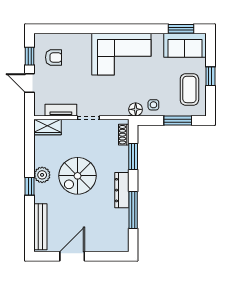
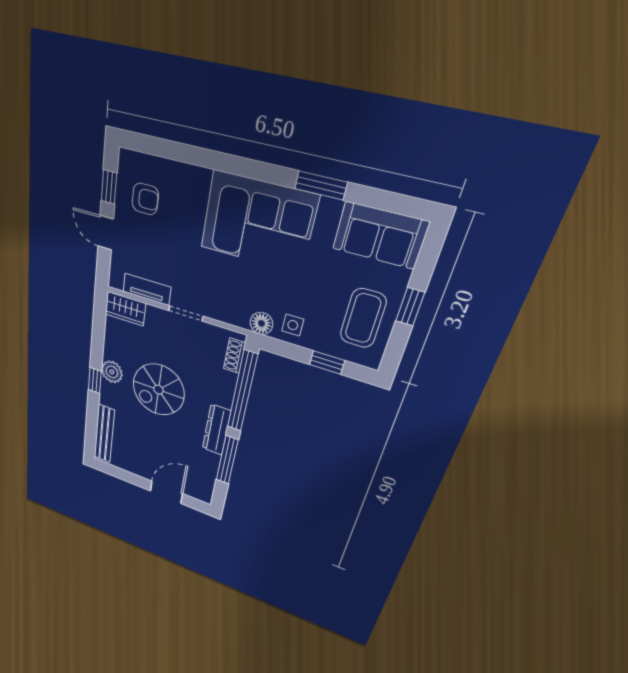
window: (181, 29) -> (321, 186), moved
window: (178, 121) -> (327, 362), width x0.67
window: (133, 157) -> (242, 391), width x2.11
door: (72, 256) -> (166, 492), moved

